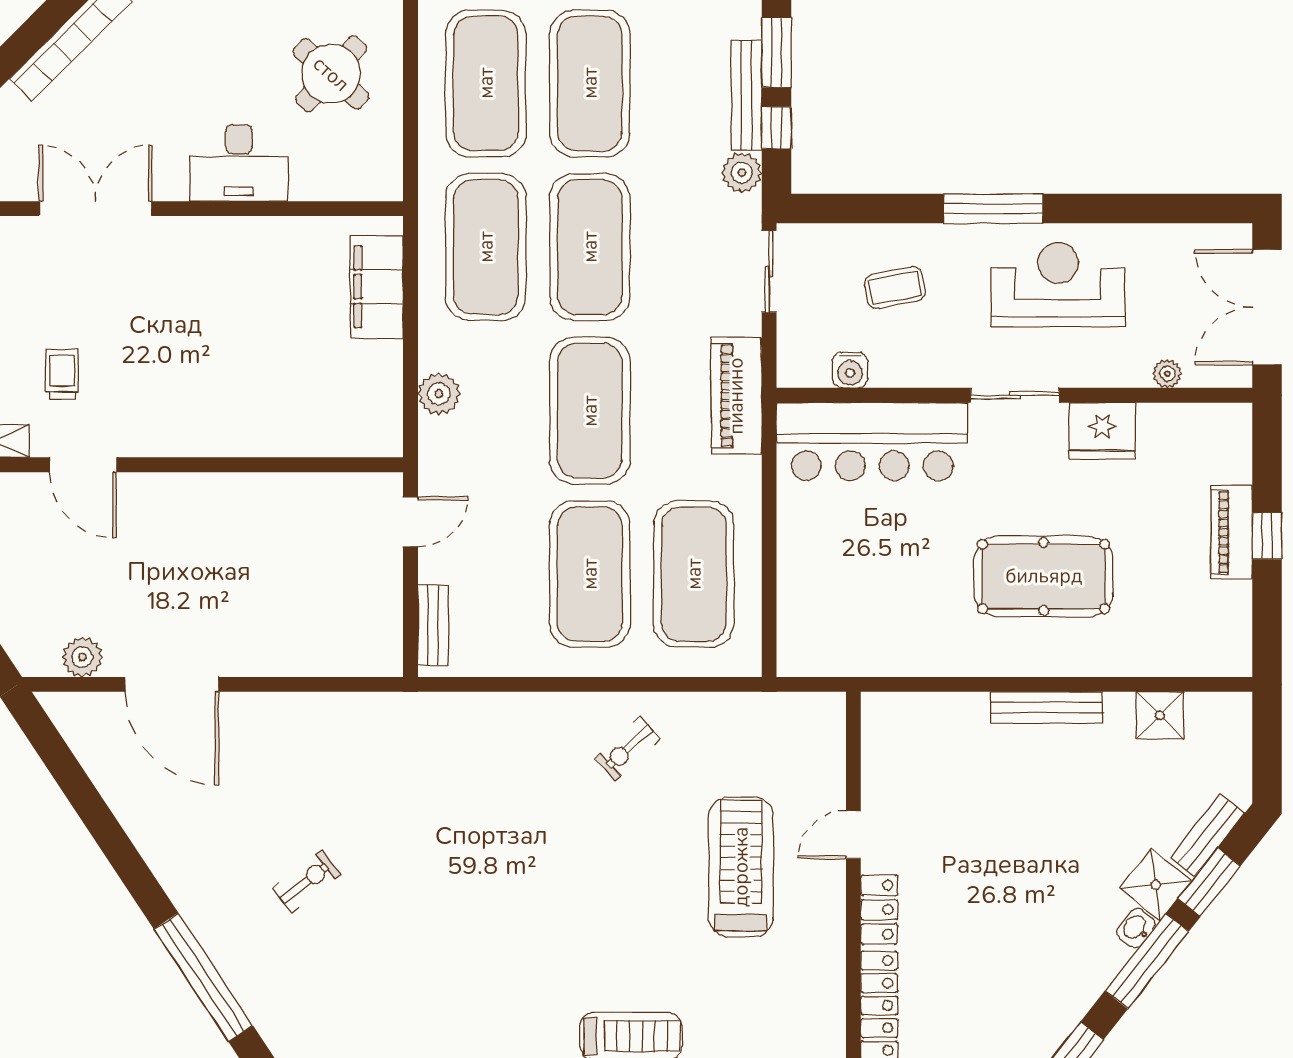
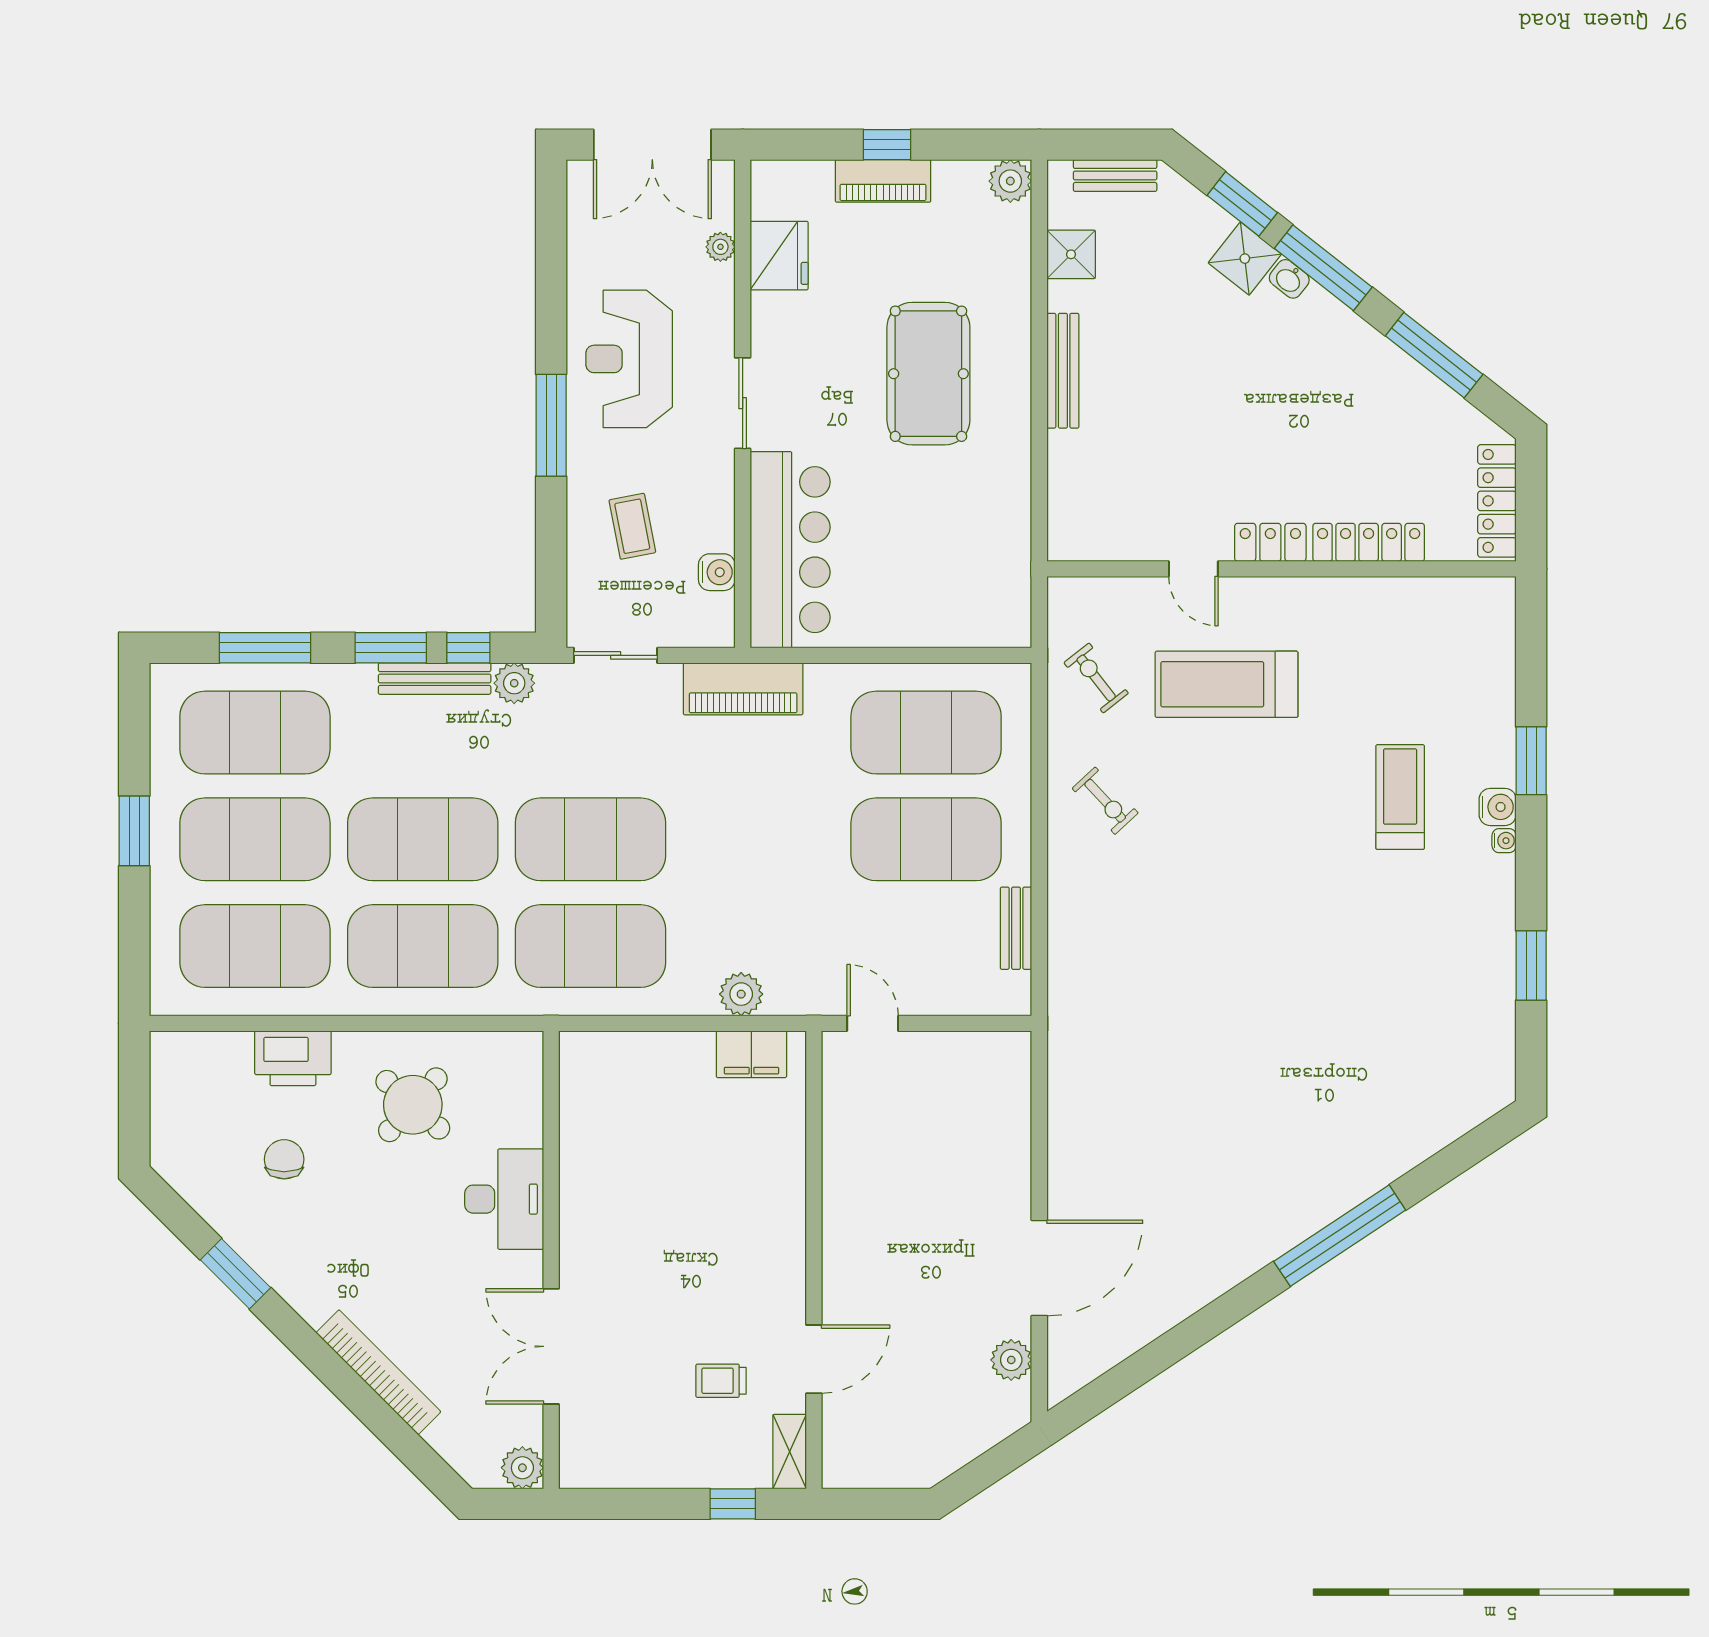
filing cabinet: (376, 287) -> (751, 1054), moved, width x0.67, depth x0.86
exercise mat: (590, 411) -> (758, 839), removed
fridge: (1102, 431) -> (779, 256), moved
bench: (433, 625) -> (1016, 928), moved, turned 90
plant: (1231, 656) -> (1010, 181), added
bench: (1208, 835) -> (1115, 175), moved, turned -38
exercise bike: (307, 881) -> (1096, 678), moved

